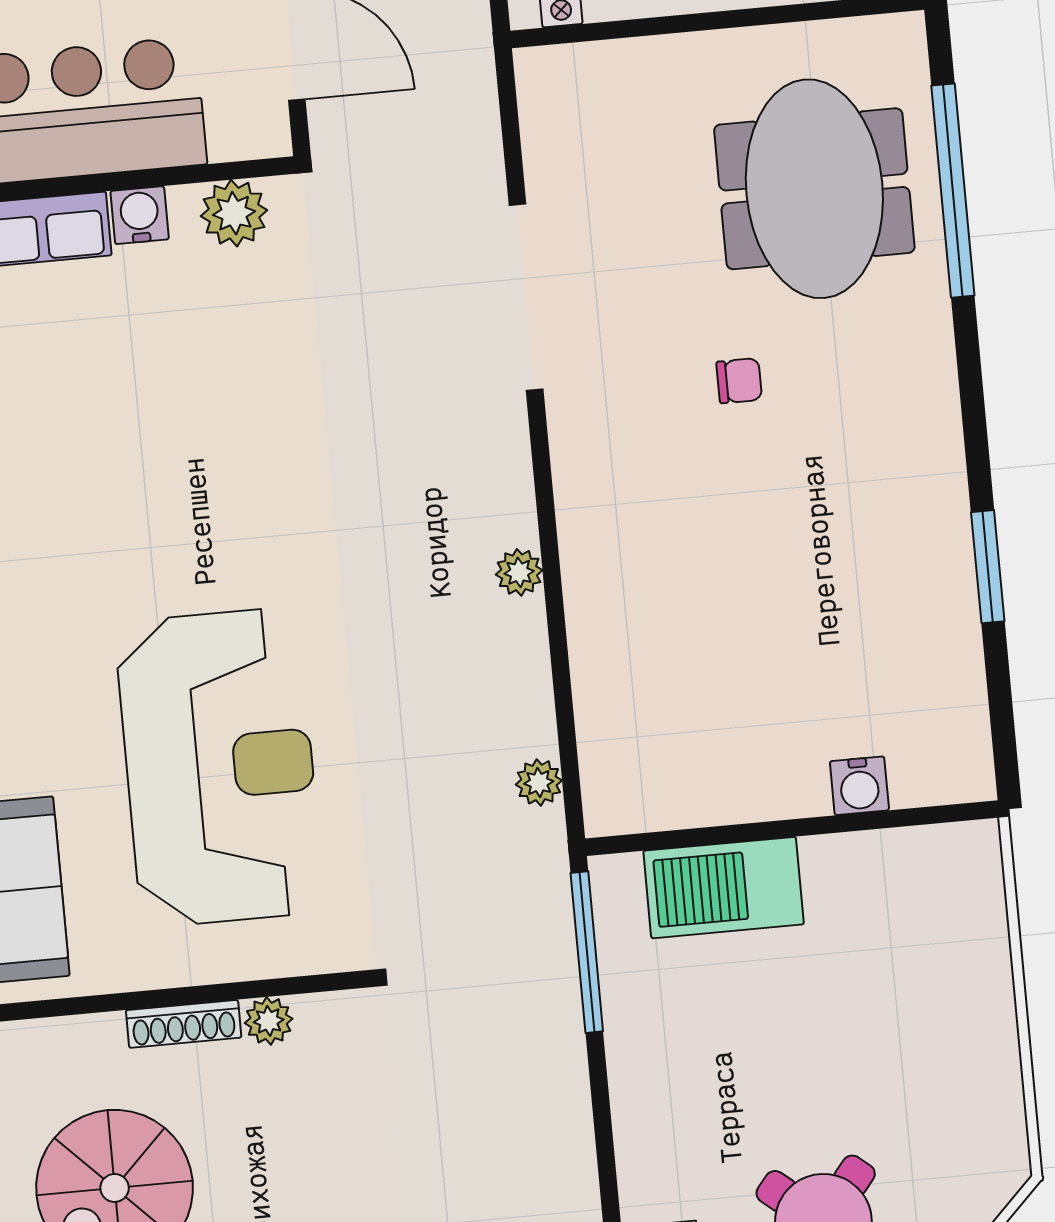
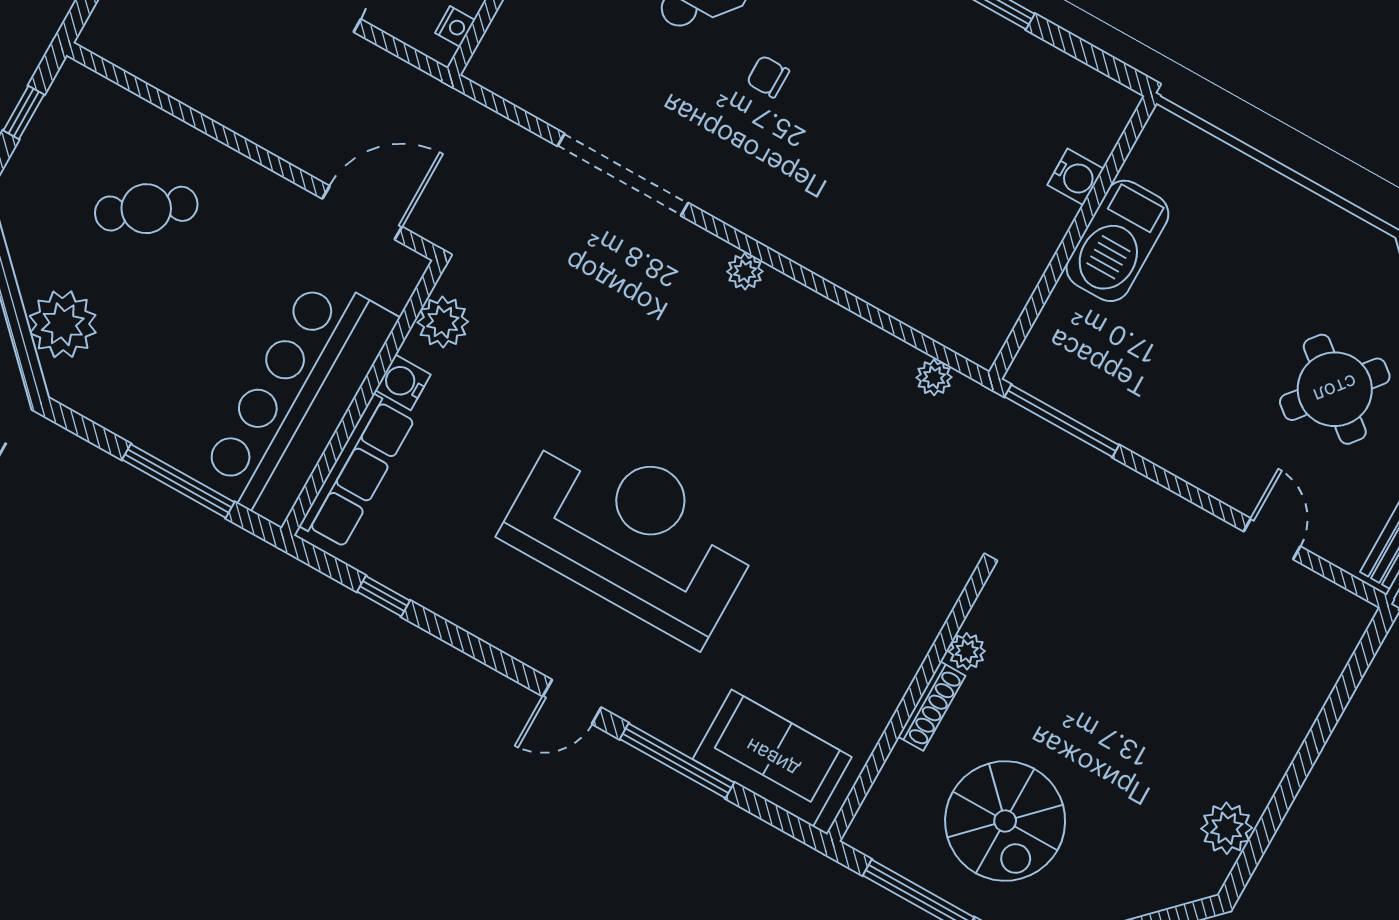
chair: (739, 381) -> (768, 77), turned -90
plant: (519, 572) -> (745, 271), moved
reception desk: (220, 767) -> (632, 533), moved
barbecue: (724, 888) -> (1117, 241), moved

